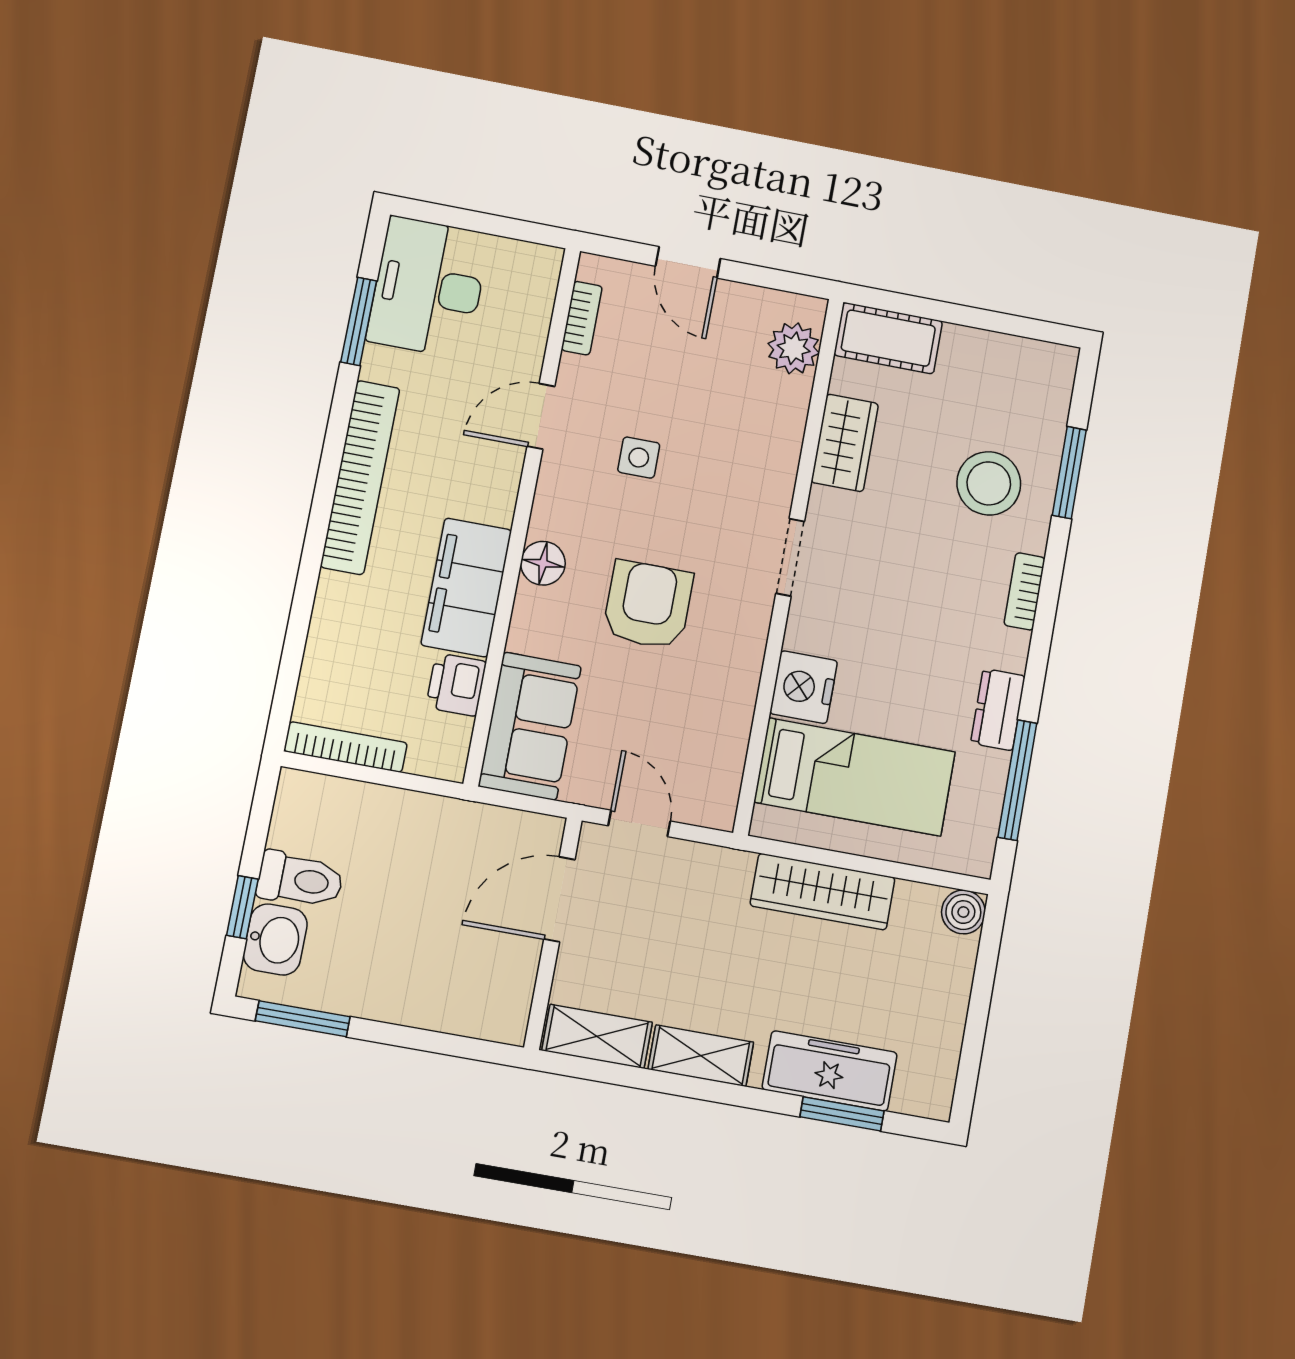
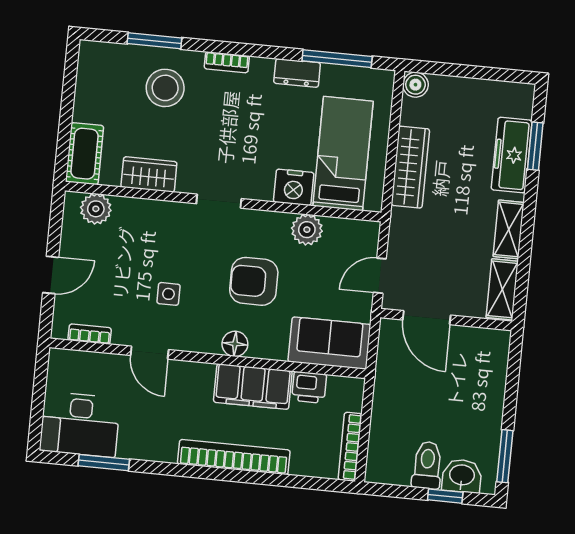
bookcase: (360, 477) -> (234, 457), moved
plant: (729, 704) -> (307, 230), added

